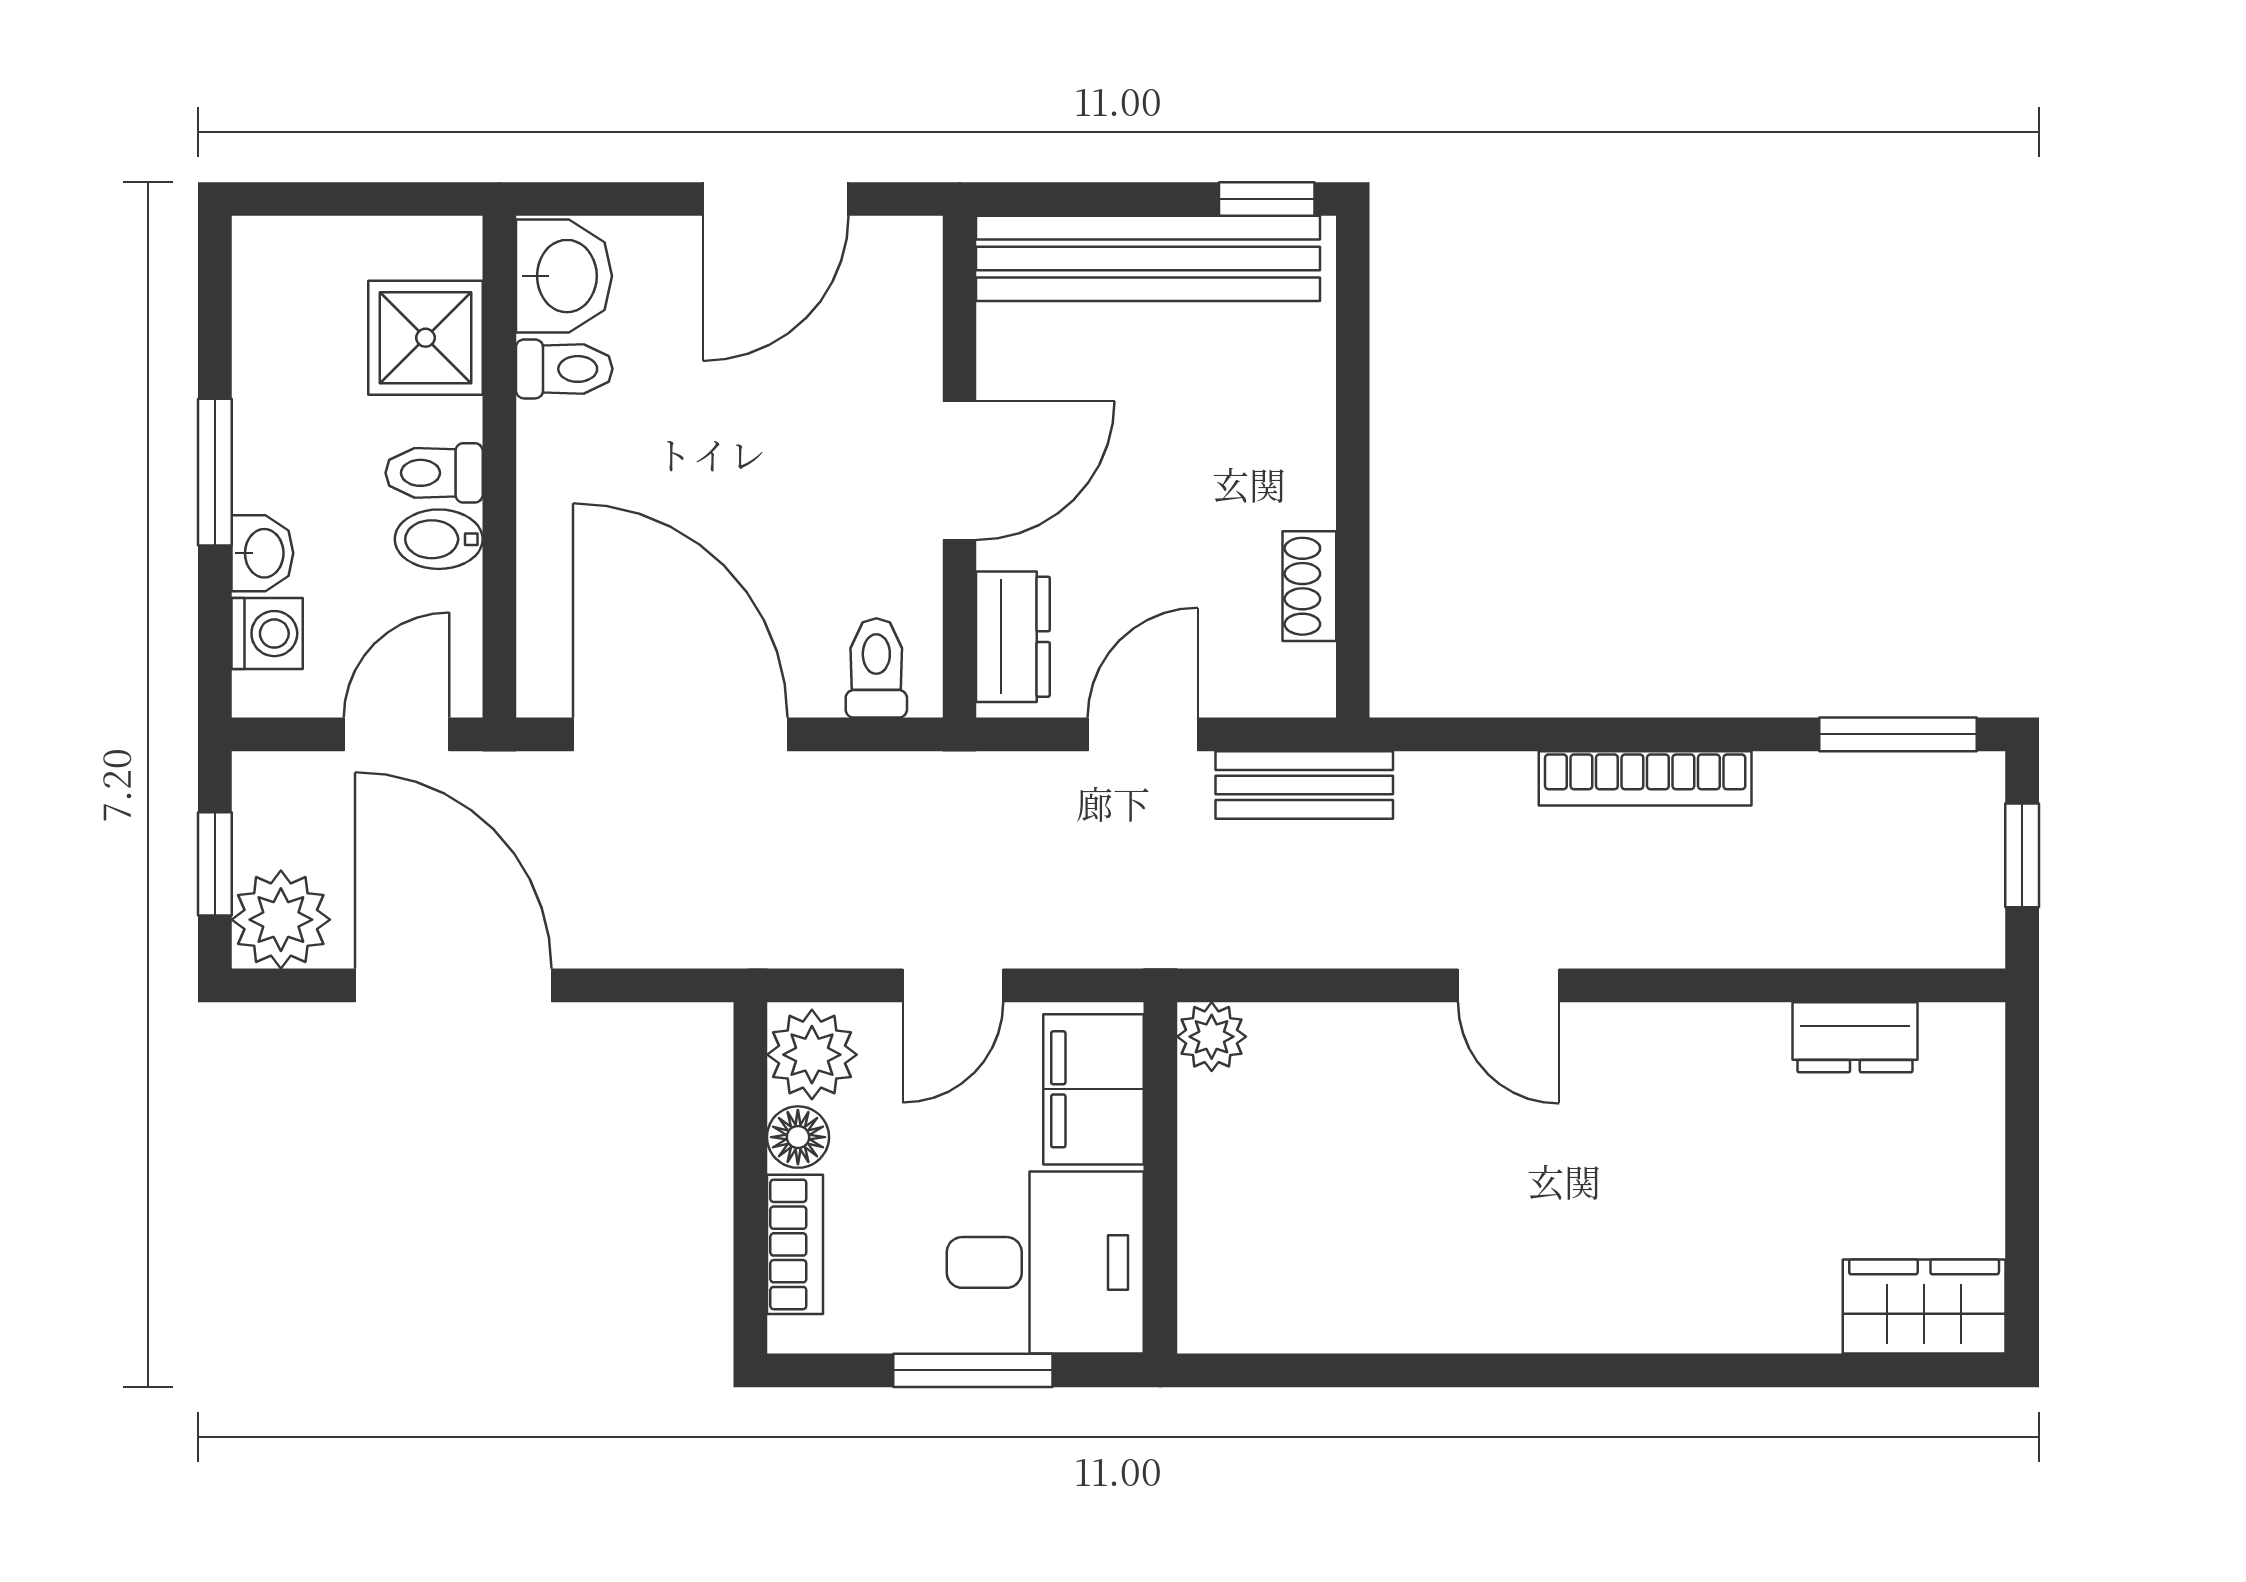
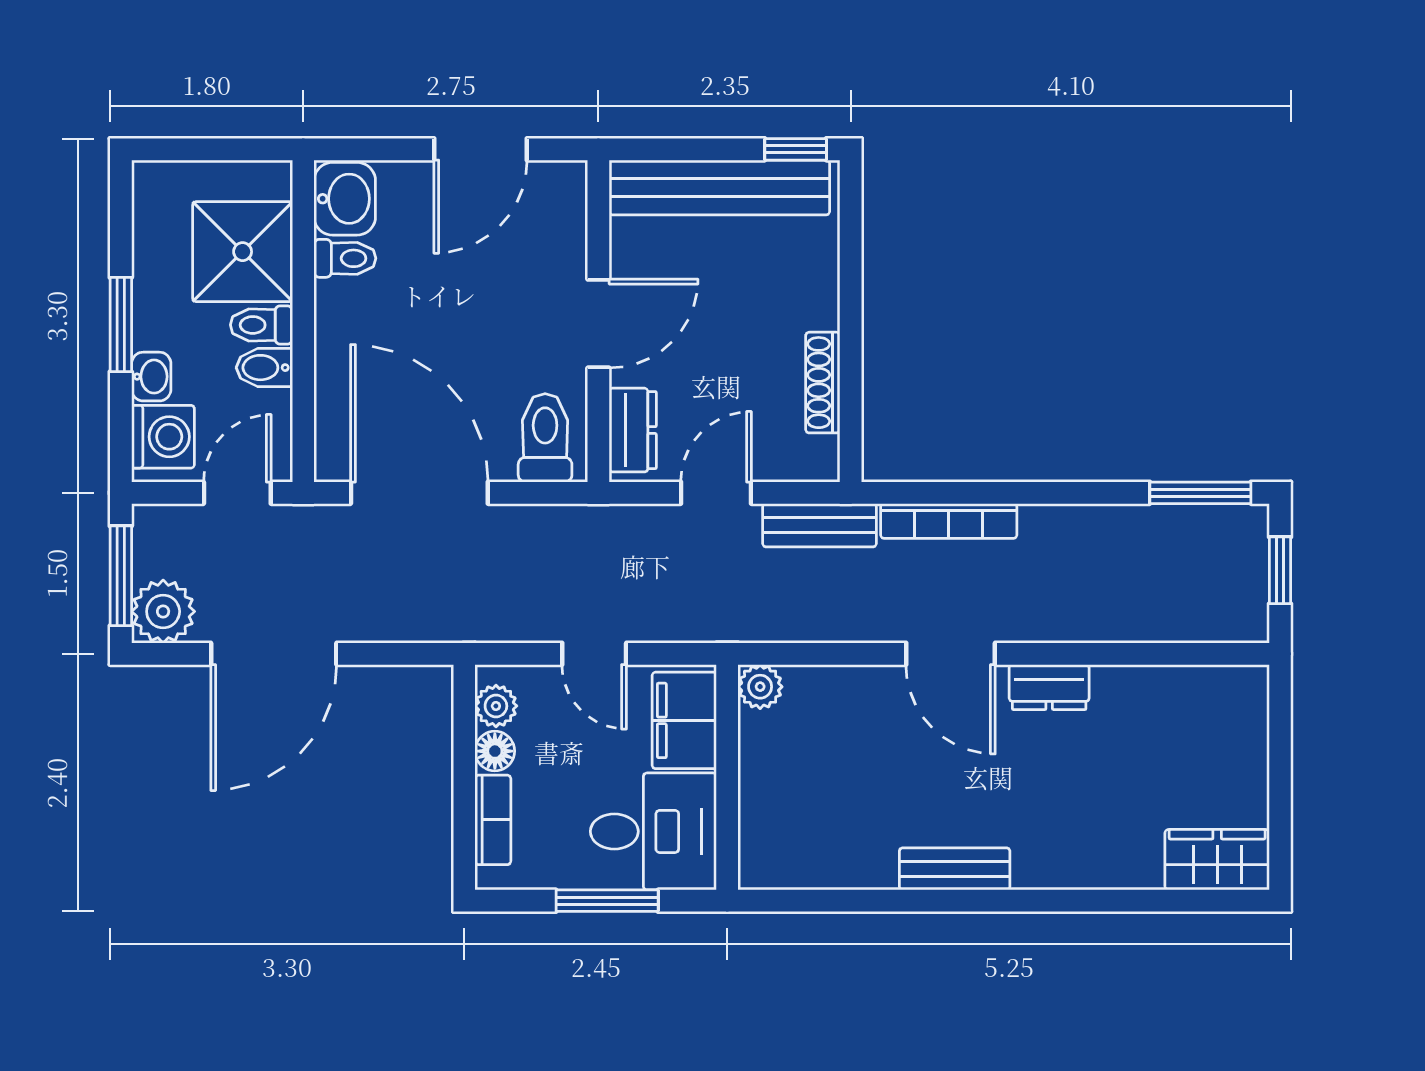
shower: (426, 338) -> (243, 252), width x1.36, depth x1.36
shoe rack: (1309, 586) -> (823, 383), width x1.43
washing machine: (267, 634) -> (163, 437), width x1.38, depth x1.38
toilet: (876, 668) -> (545, 438), width x1.37, depth x1.39
bookcase: (1645, 778) -> (949, 521), moved
window: (215, 864) -> (121, 576), width x1.50
door: (453, 985) -> (274, 654), swing flipped
door: (953, 985) -> (594, 654), hinge flipped
door: (1508, 985) -> (951, 654), width x1.38
dresser: (1855, 1037) -> (1049, 687), moved
plant: (812, 1055) -> (496, 706), width x0.73, depth x0.73
bench: (1515, 1321) -> (955, 869), added

